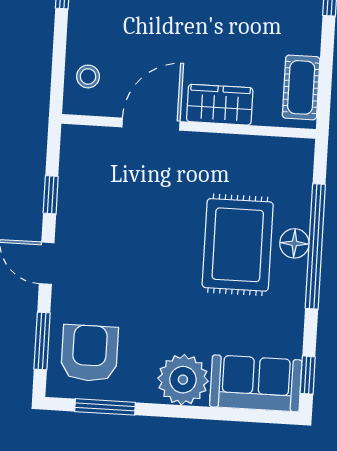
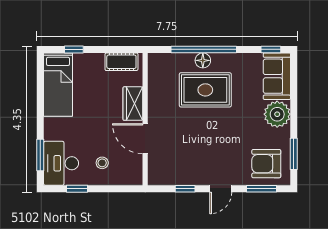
stool: (88, 76) -> (102, 163), moved

